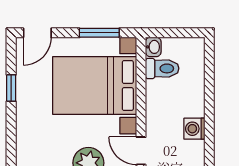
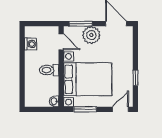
toilet: (162, 68) -> (49, 70), moved
washing machine: (194, 129) -> (31, 44), moved

